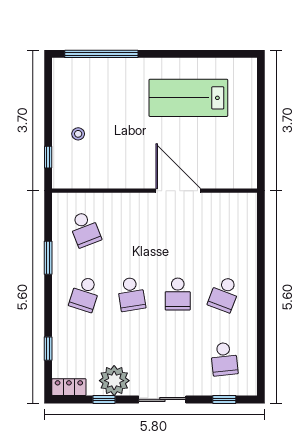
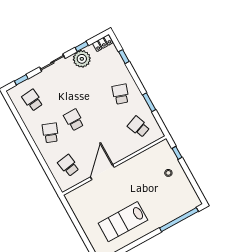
lab bench: (188, 98) -> (123, 222), turned 180
door: (178, 191) -> (102, 172), swing flipped
school desk: (131, 294) -> (68, 166), moved

